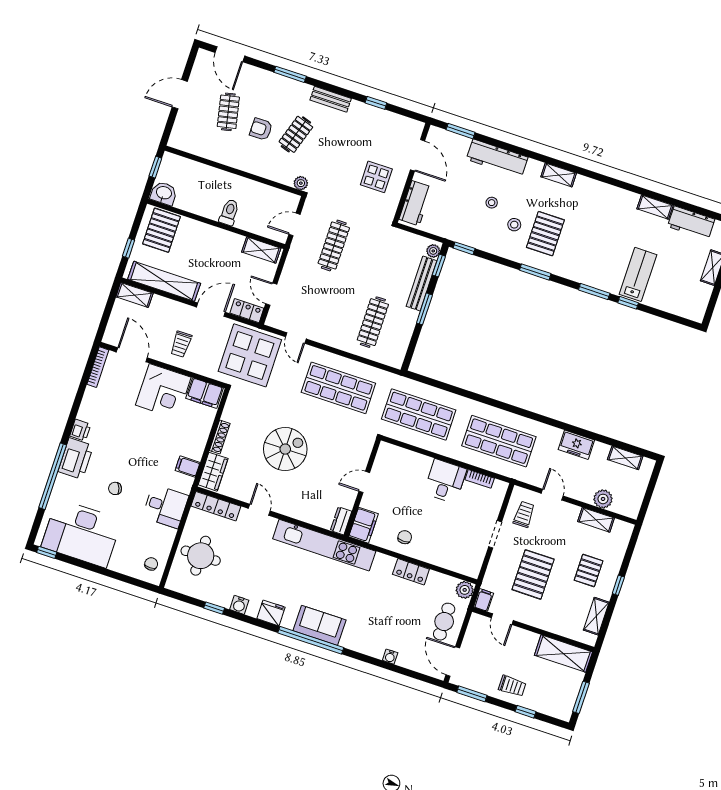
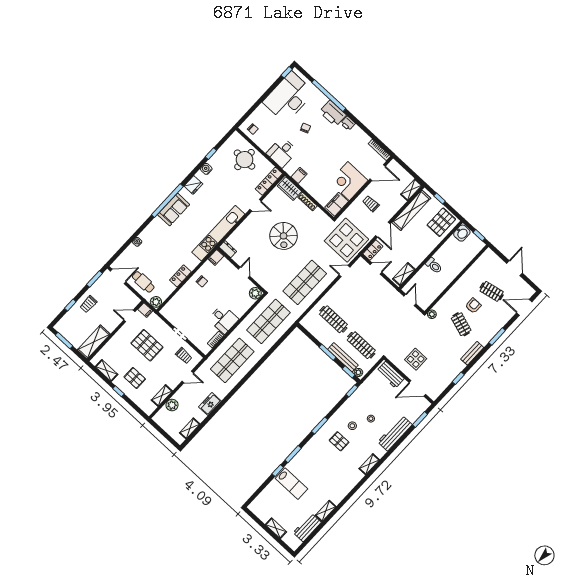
pallet: (161, 230) -> (441, 222), turned 90
pallet: (545, 234) -> (339, 441), width x0.67, depth x0.71
clothes rail: (334, 245) -> (361, 345), moved
plant: (387, 452) -> (255, 293), added
filing cabinet: (363, 525) -> (216, 258), width x0.50

